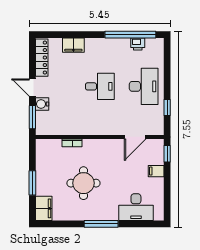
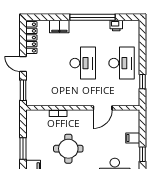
window: (130, 35) -> (93, 17), moved
desk: (100, 86) -> (83, 63), width x1.37
water cooler: (42, 104) -> (32, 79), removed
door: (135, 137) -> (103, 108), moved
window: (167, 154) -> (142, 154), moved

